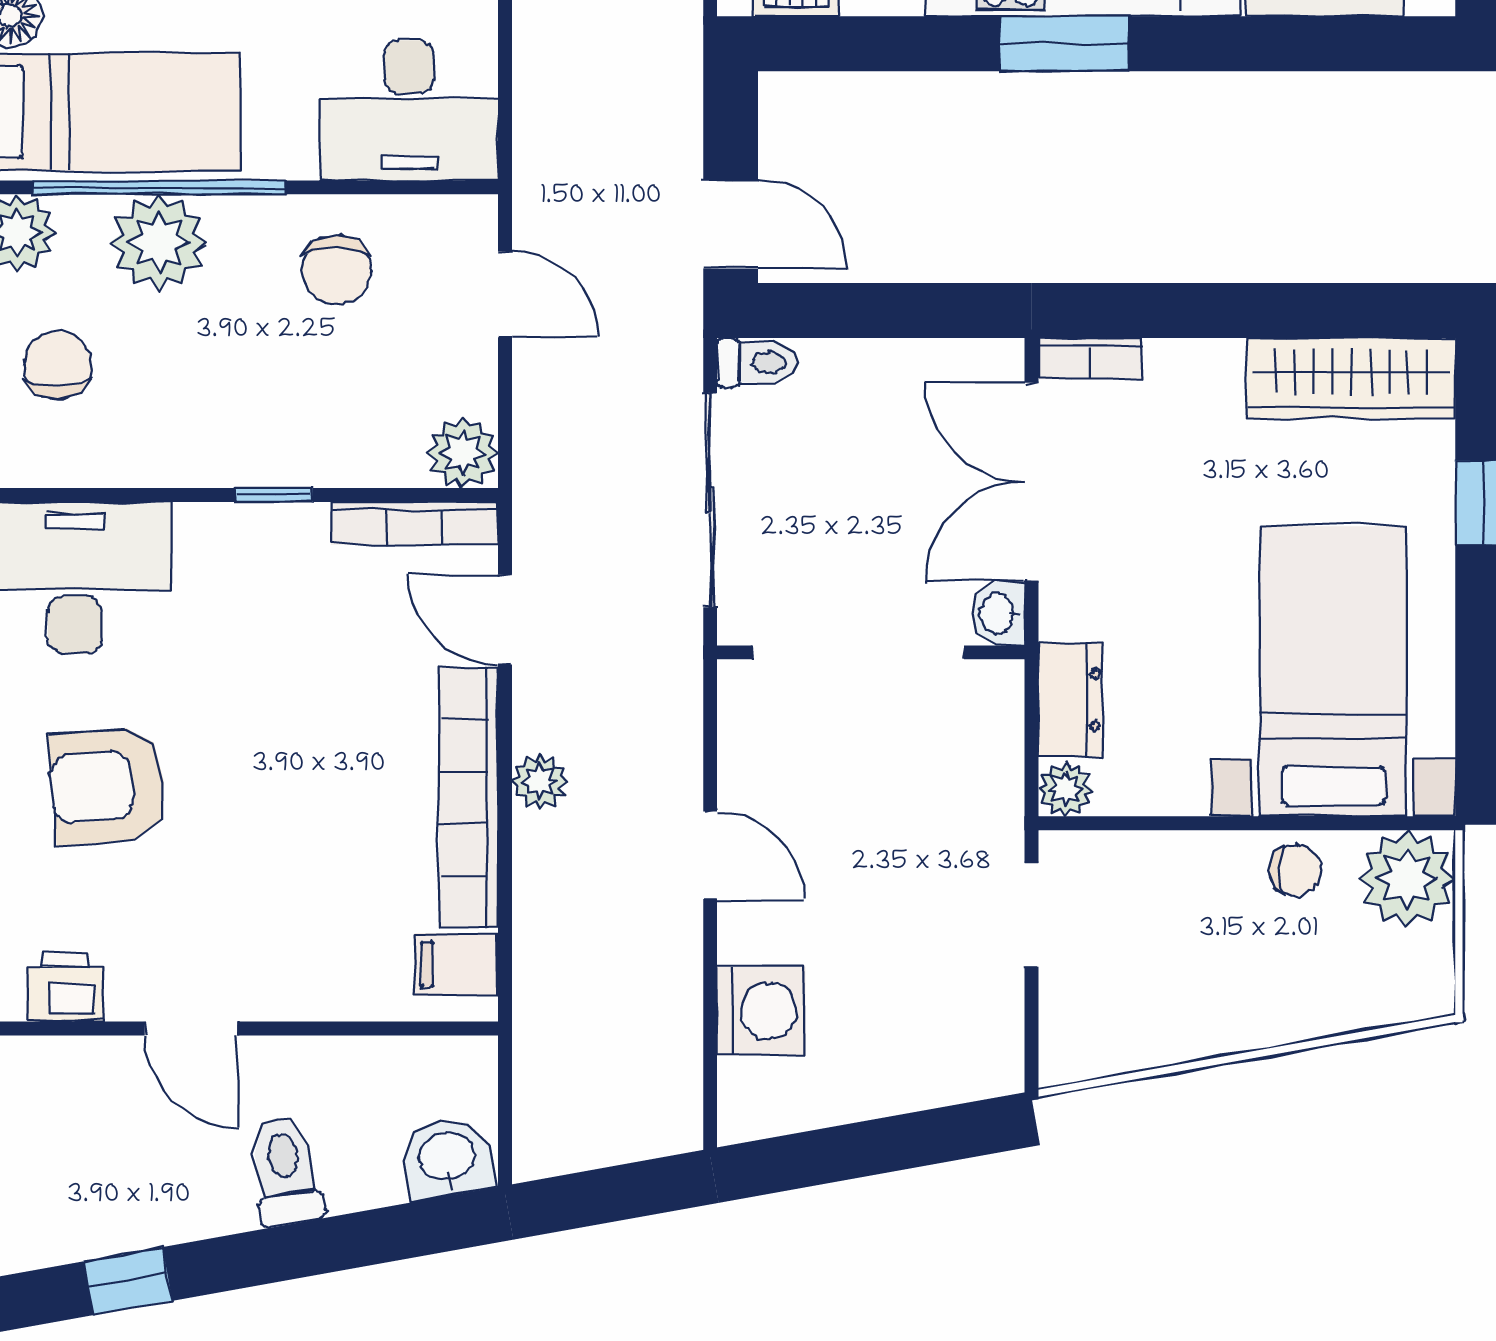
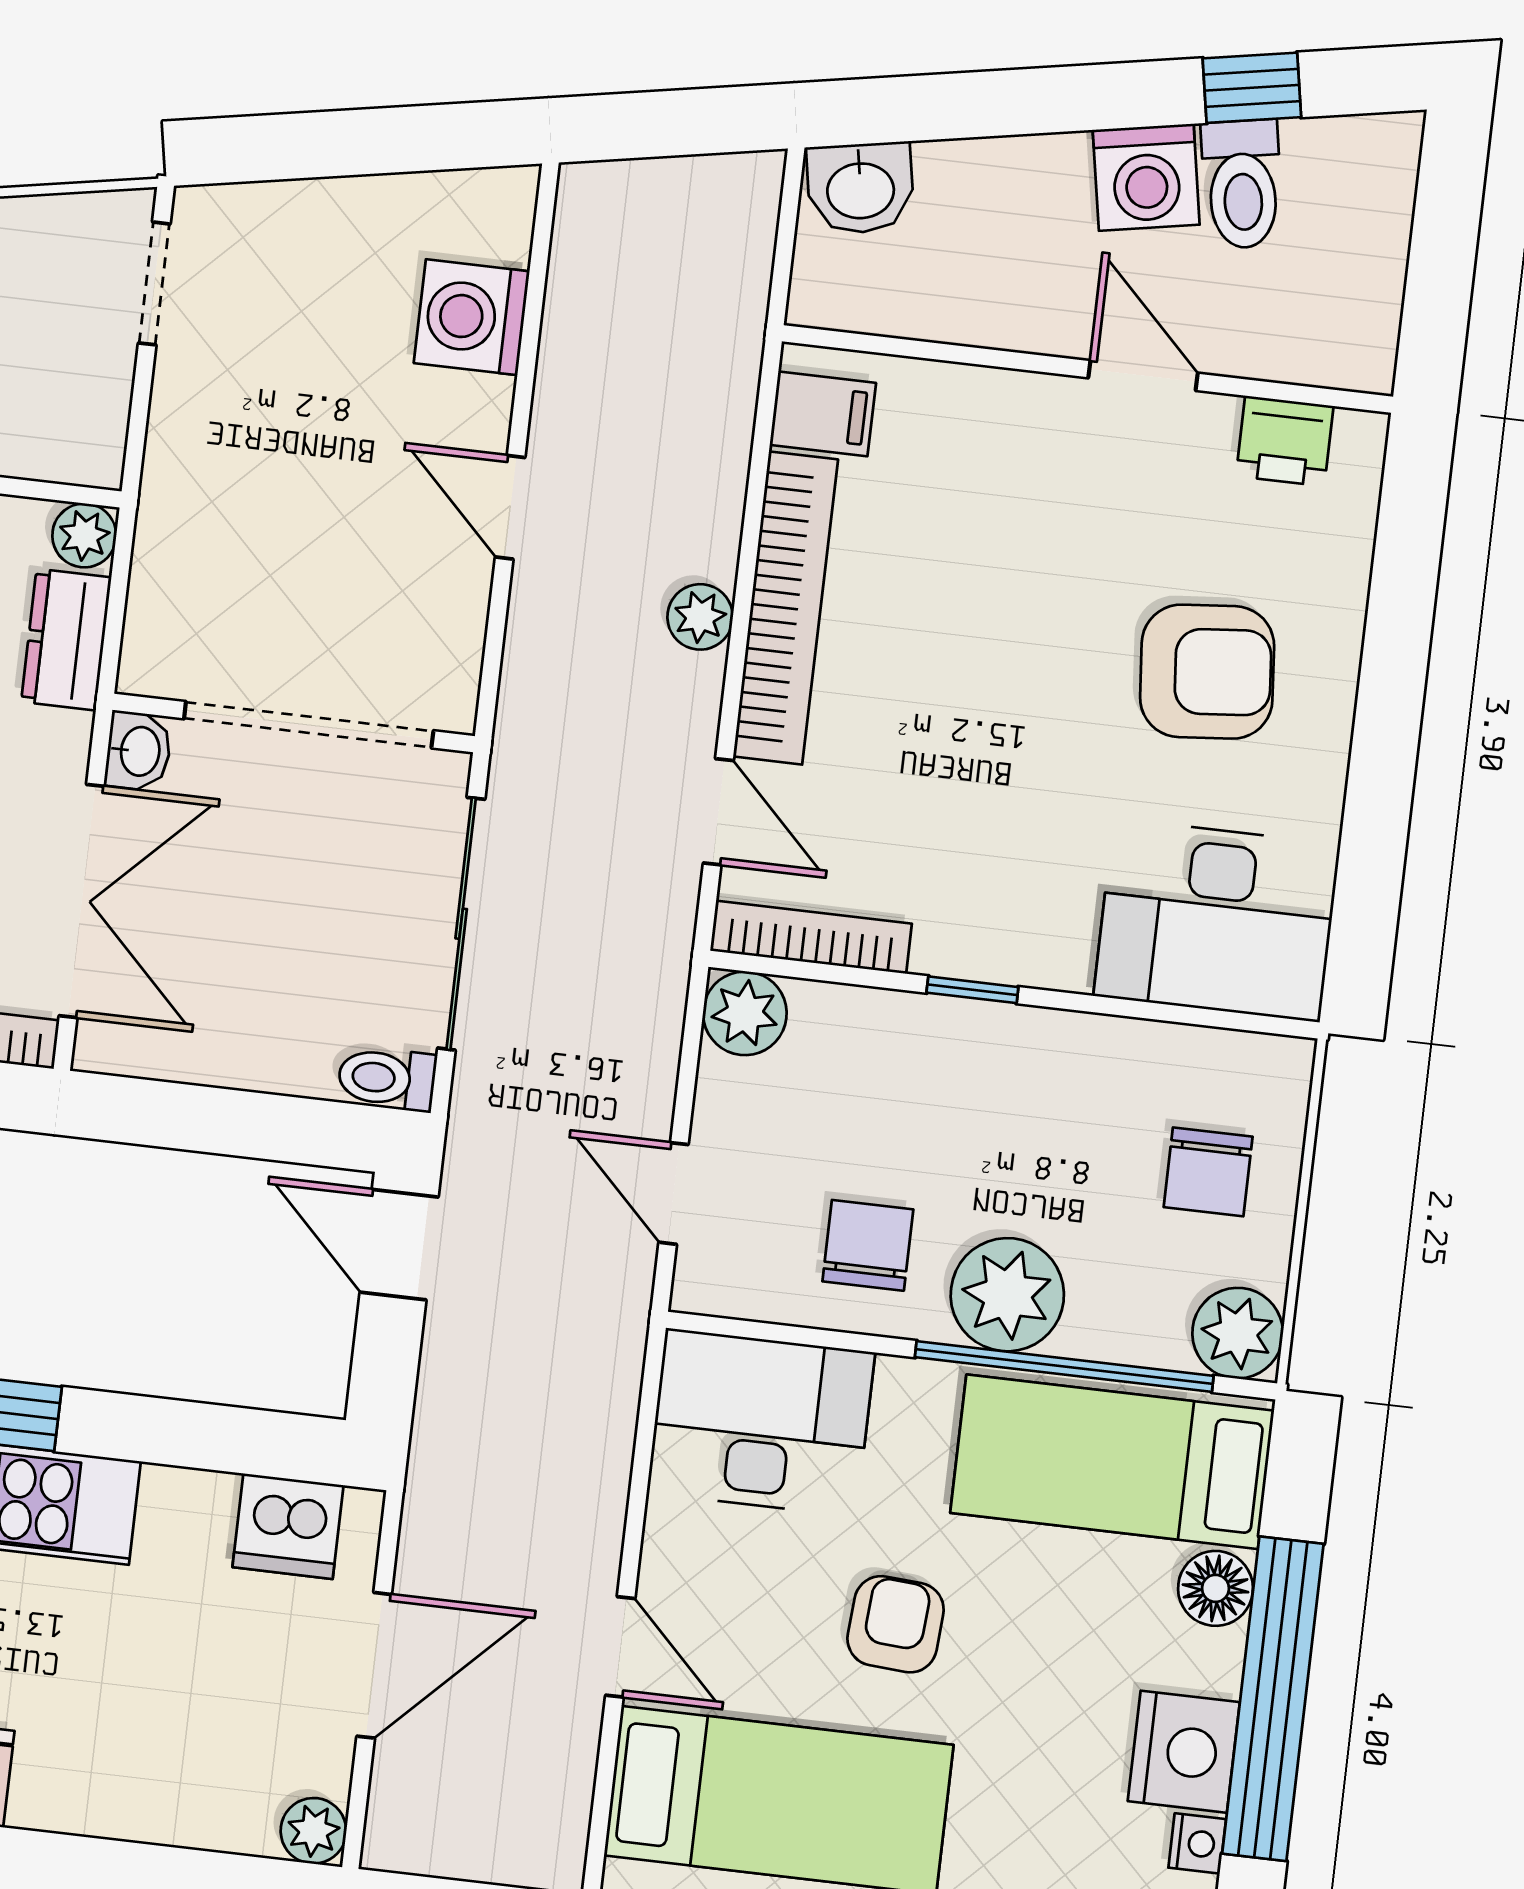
plant: (159, 242) -> (1007, 1295), moved
doorway: (1031, 915) -> (154, 283), moved
toilet: (285, 1171) -> (1242, 184), moved
washing machine: (208, 1195) -> (1146, 177), added

